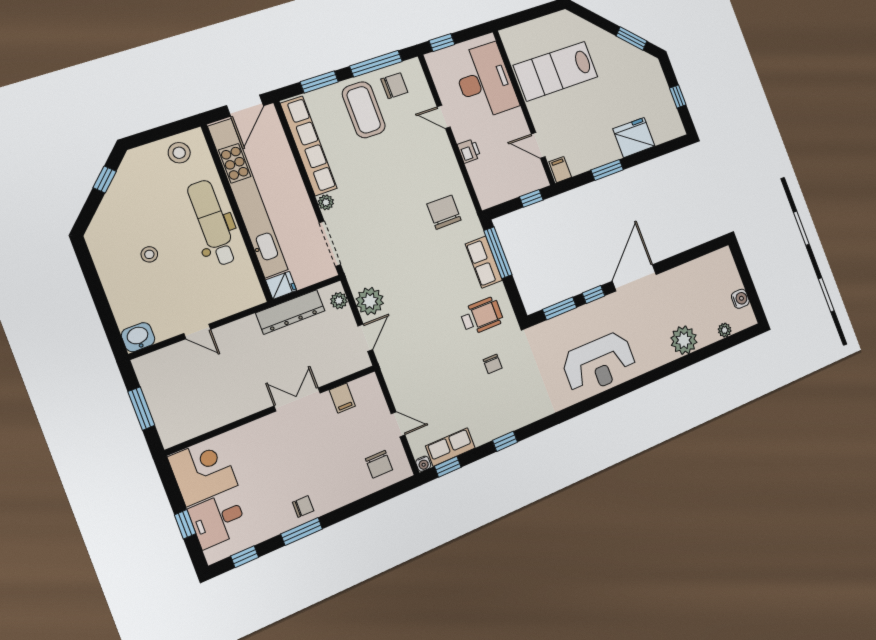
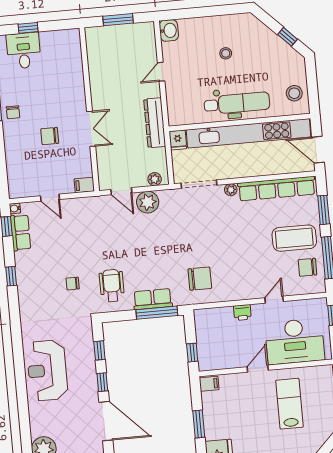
lab bench: (556, 71) -> (289, 404), width x0.73, depth x0.72
chair: (394, 86) -> (307, 267), turned 90
door: (538, 145) -> (258, 369), moved
window: (560, 308) -> (99, 350), width x0.67
dresser: (290, 312) -> (155, 123), moved
wheelchair: (482, 316) -> (112, 286), turned 180
filing cabinet: (342, 398) -> (84, 185), moved
door: (398, 424) -> (50, 198), hinge flipped
chair: (379, 464) -> (50, 136), moved
corner desk: (203, 471) -> (61, 49), removed

